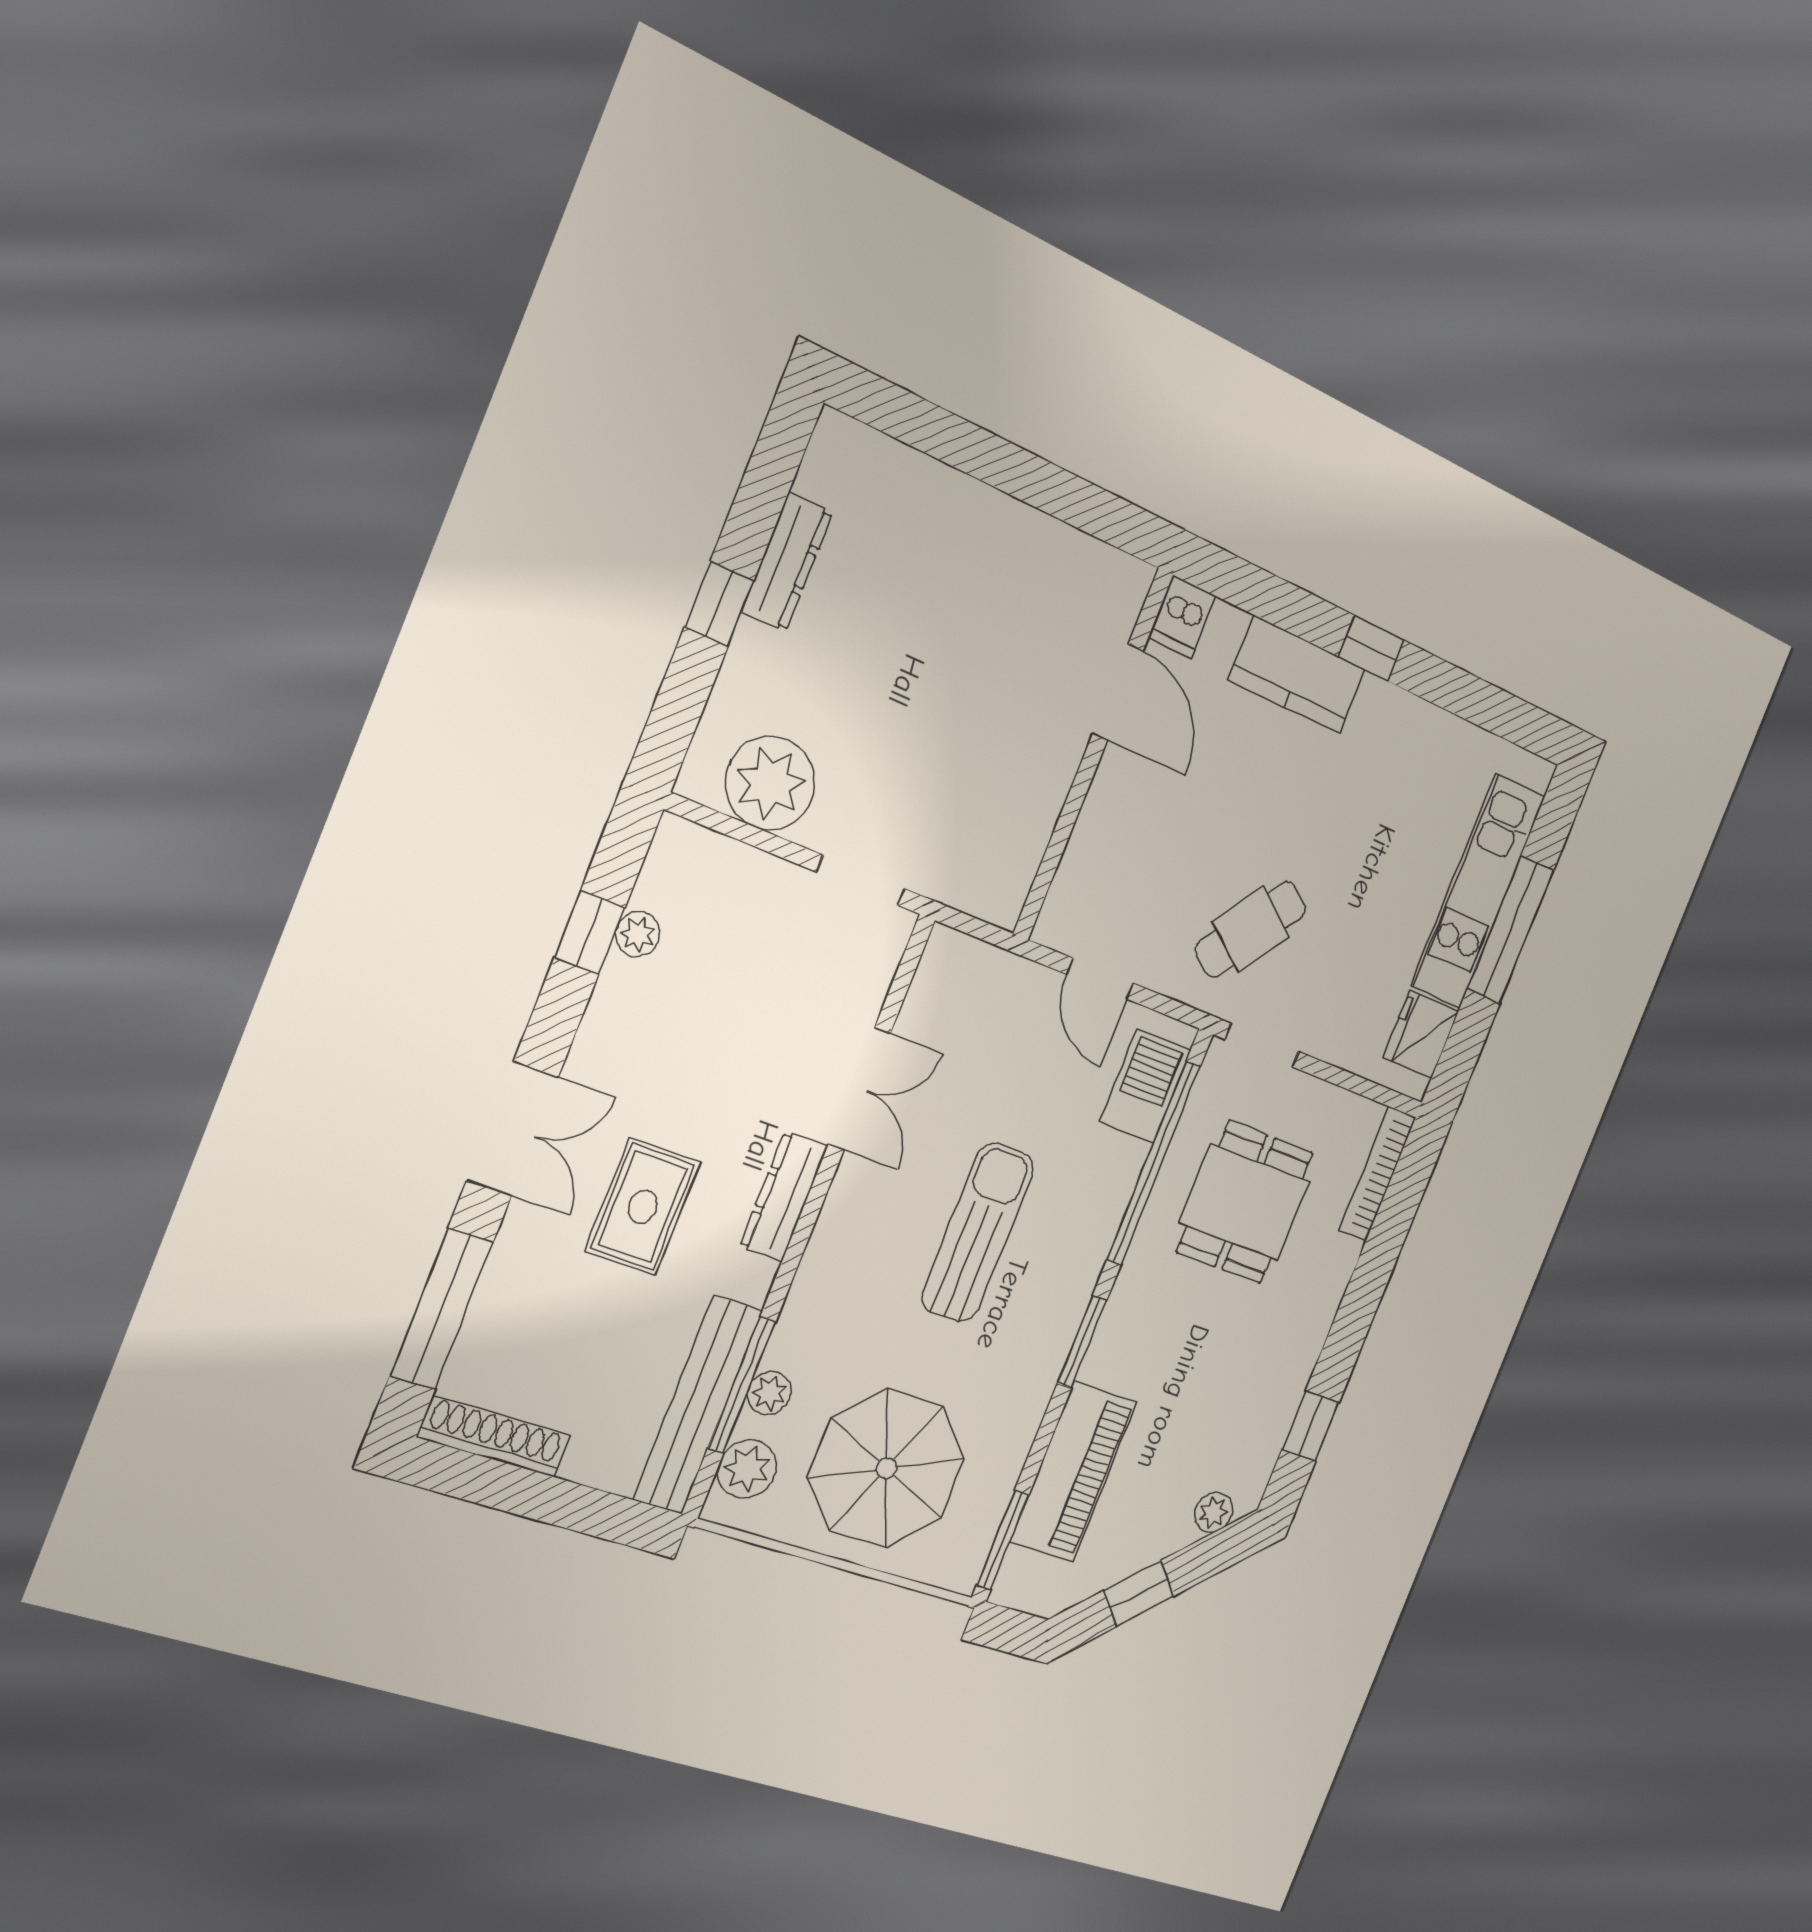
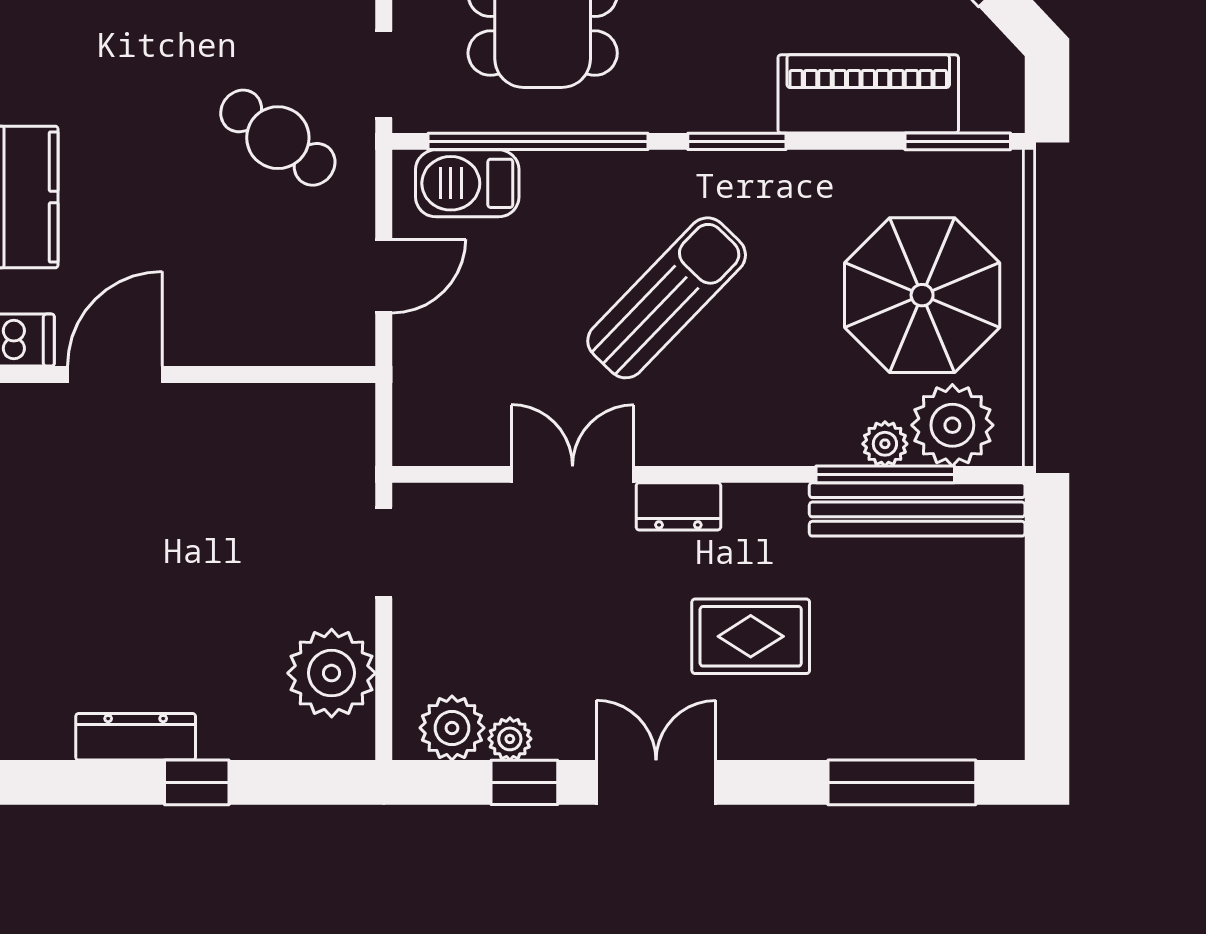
plant: (671, 881) -> (452, 728), added
double door: (512, 1129) -> (656, 782), moved
dresser: (784, 1196) -> (678, 506), width x0.70
sun lounger: (978, 1233) -> (667, 298), turned 134
shoe rack: (494, 1436) -> (1003, 690), removed
plant: (747, 1469) -> (952, 425), width x1.36, depth x1.36

